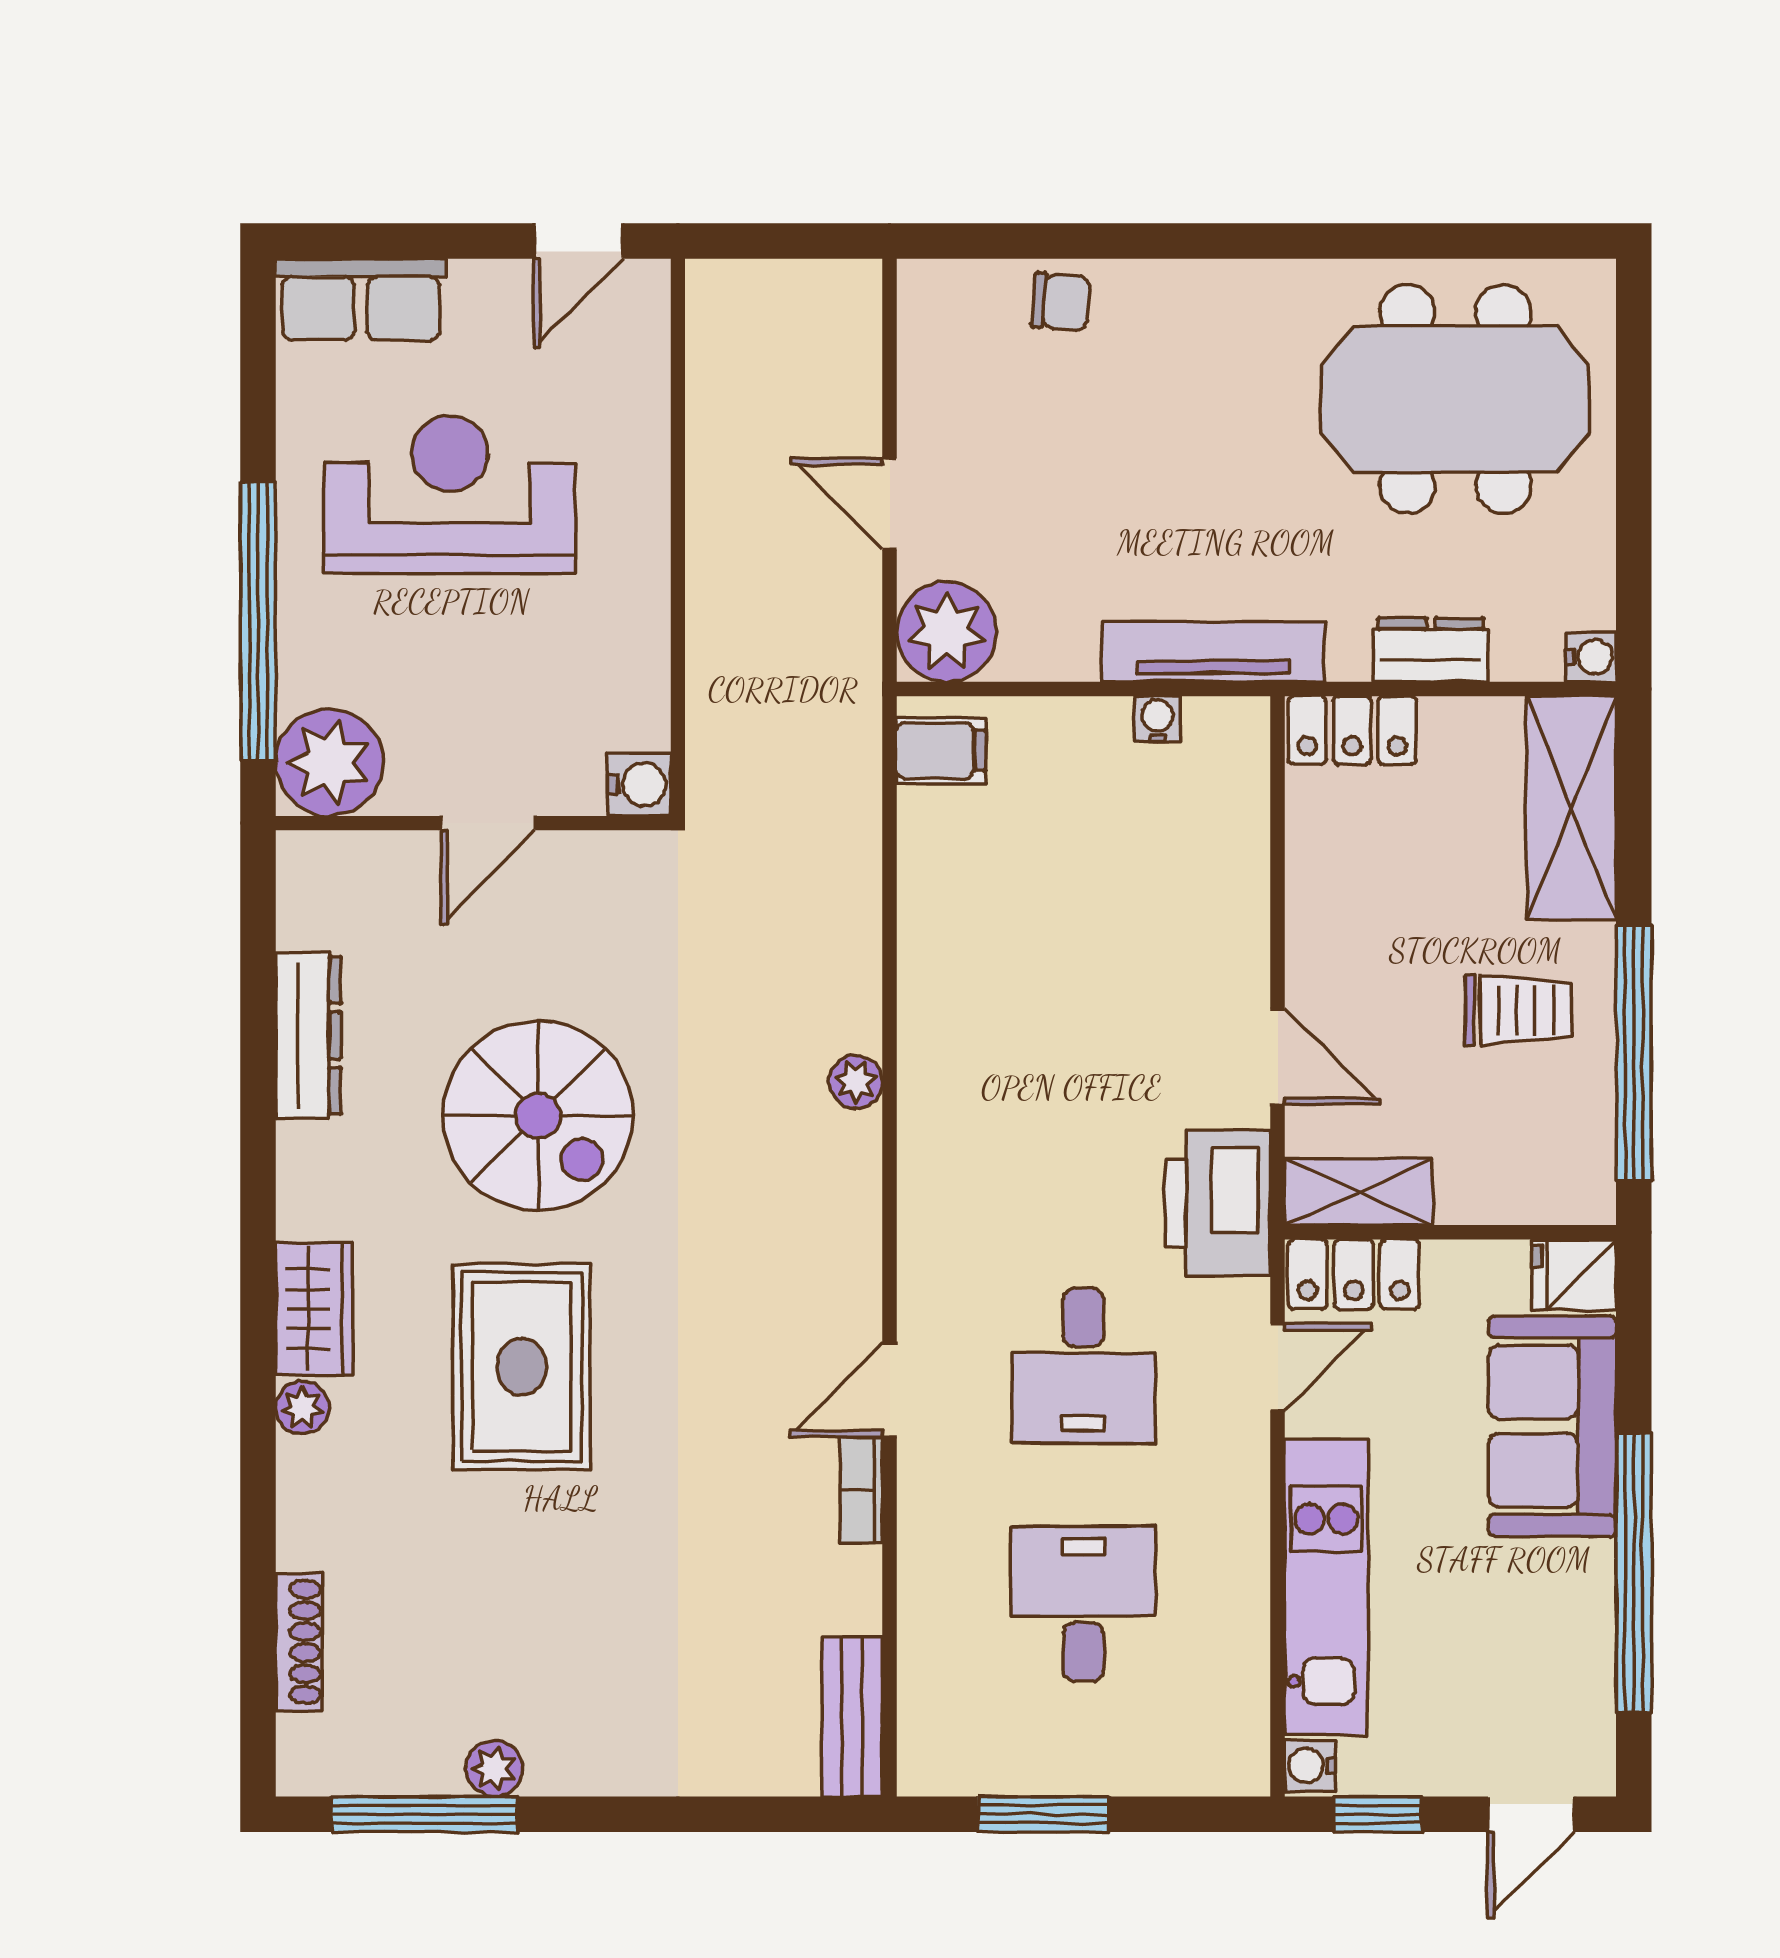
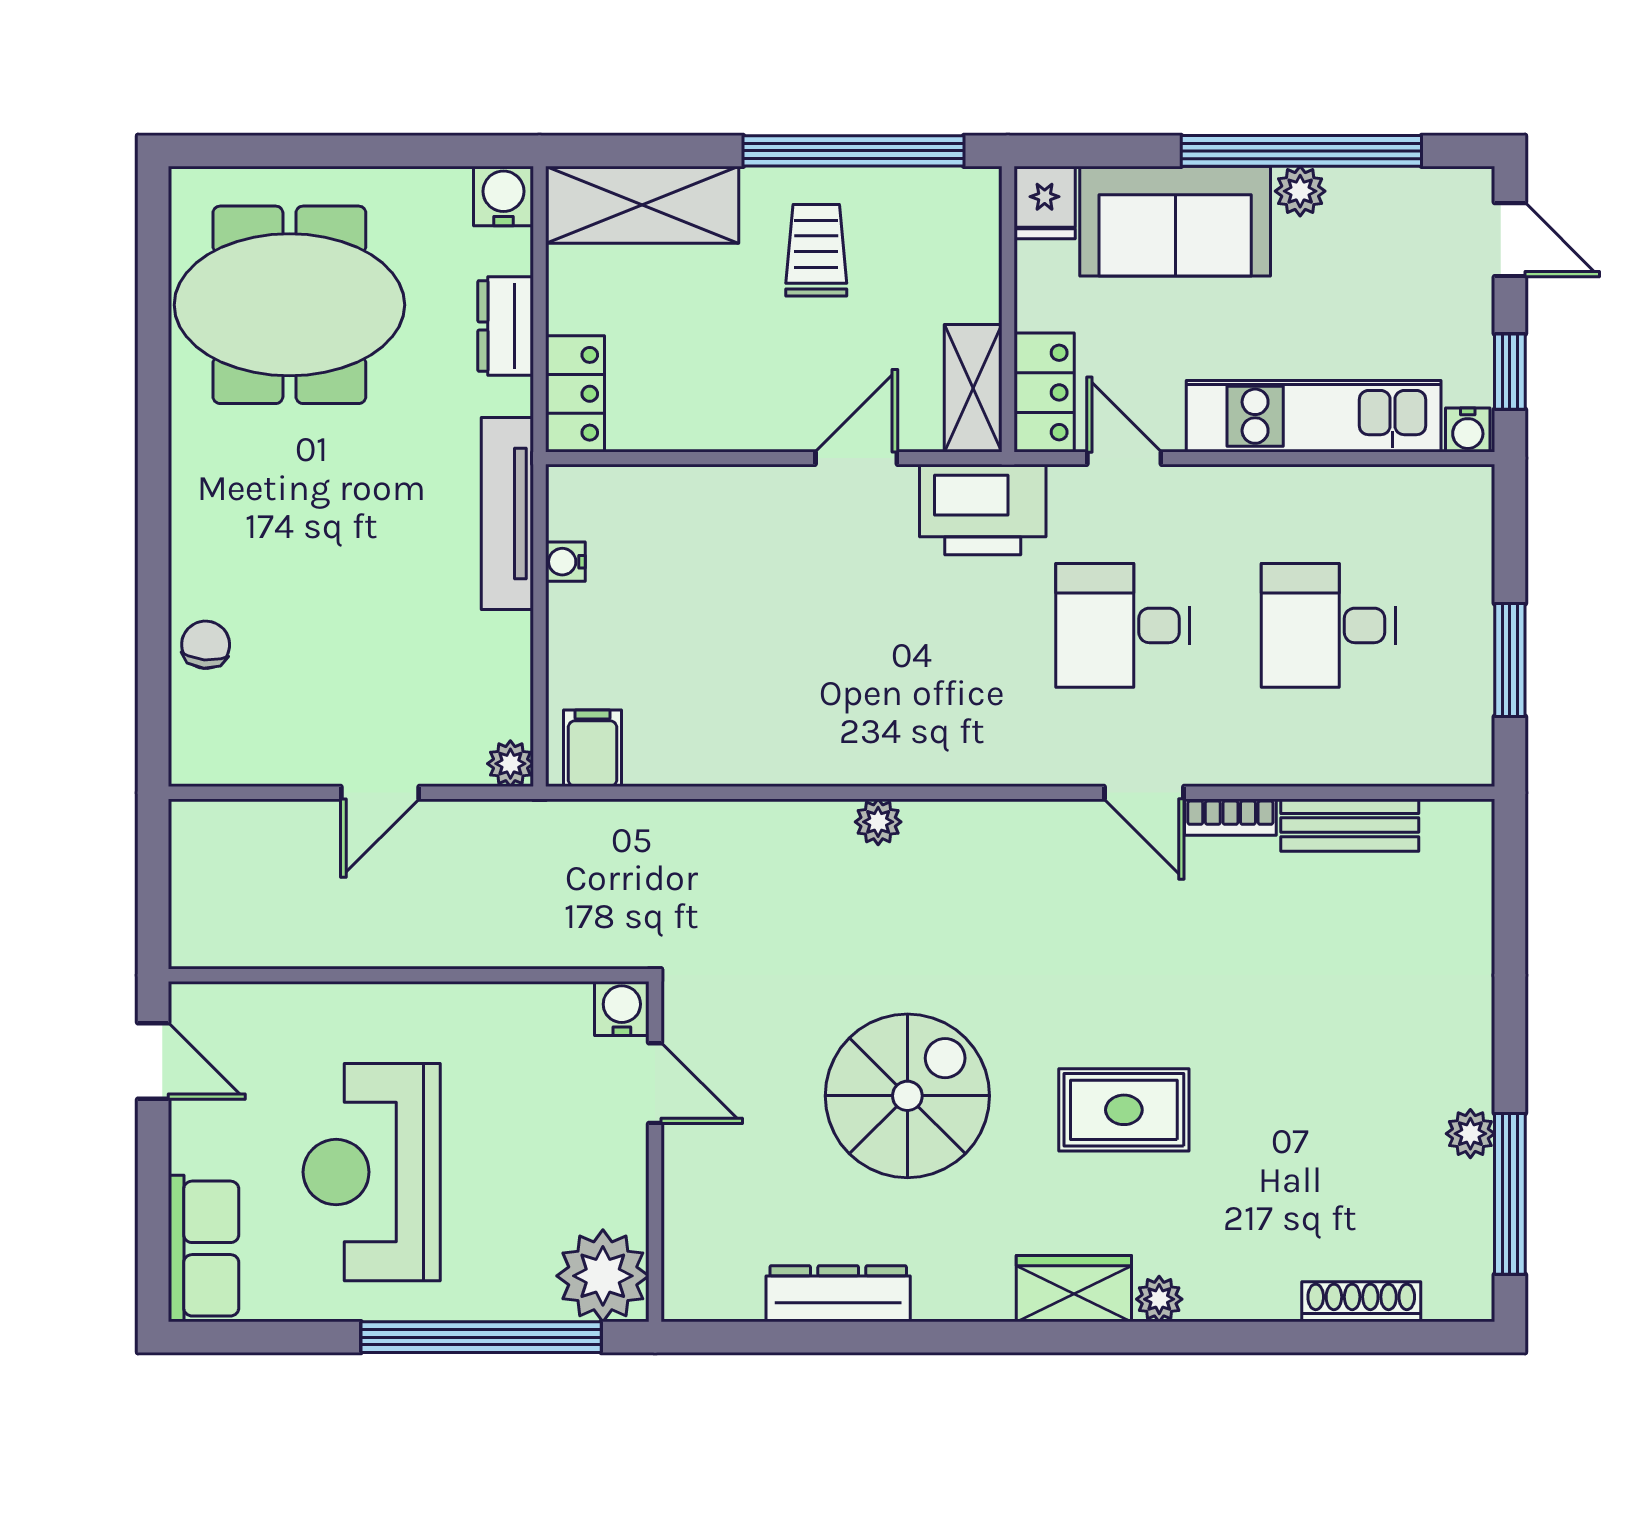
meeting table: (1455, 399) -> (289, 305), turned 90
plant: (947, 632) -> (510, 764), width x0.53, depth x0.53
water cooler: (1591, 657) -> (503, 196), width x1.38, depth x1.38
door: (488, 823) -> (655, 1083), moved
desk: (1084, 1366) -> (1123, 625), turned 180
rug: (522, 1367) -> (1124, 1110), width x0.73, depth x0.70
plant: (1587, 1571) -> (1300, 191), added
bench: (852, 1717) -> (1350, 825), moved

